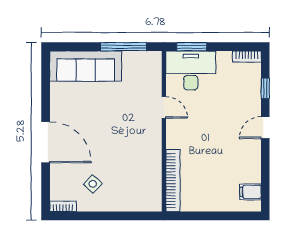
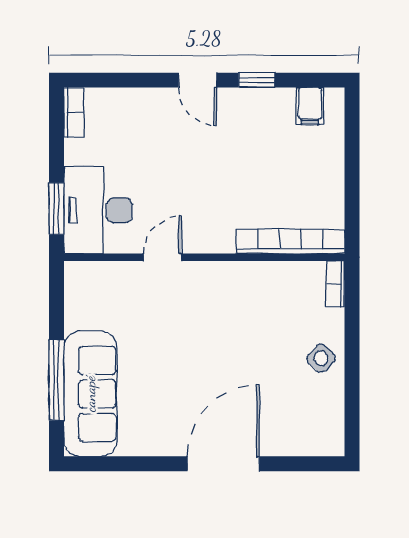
window: (124, 47) -> (56, 380), moved
window: (265, 88) -> (257, 80), moved
side table: (93, 184) -> (321, 358), moved
bookcase: (63, 206) -> (335, 284), moved

